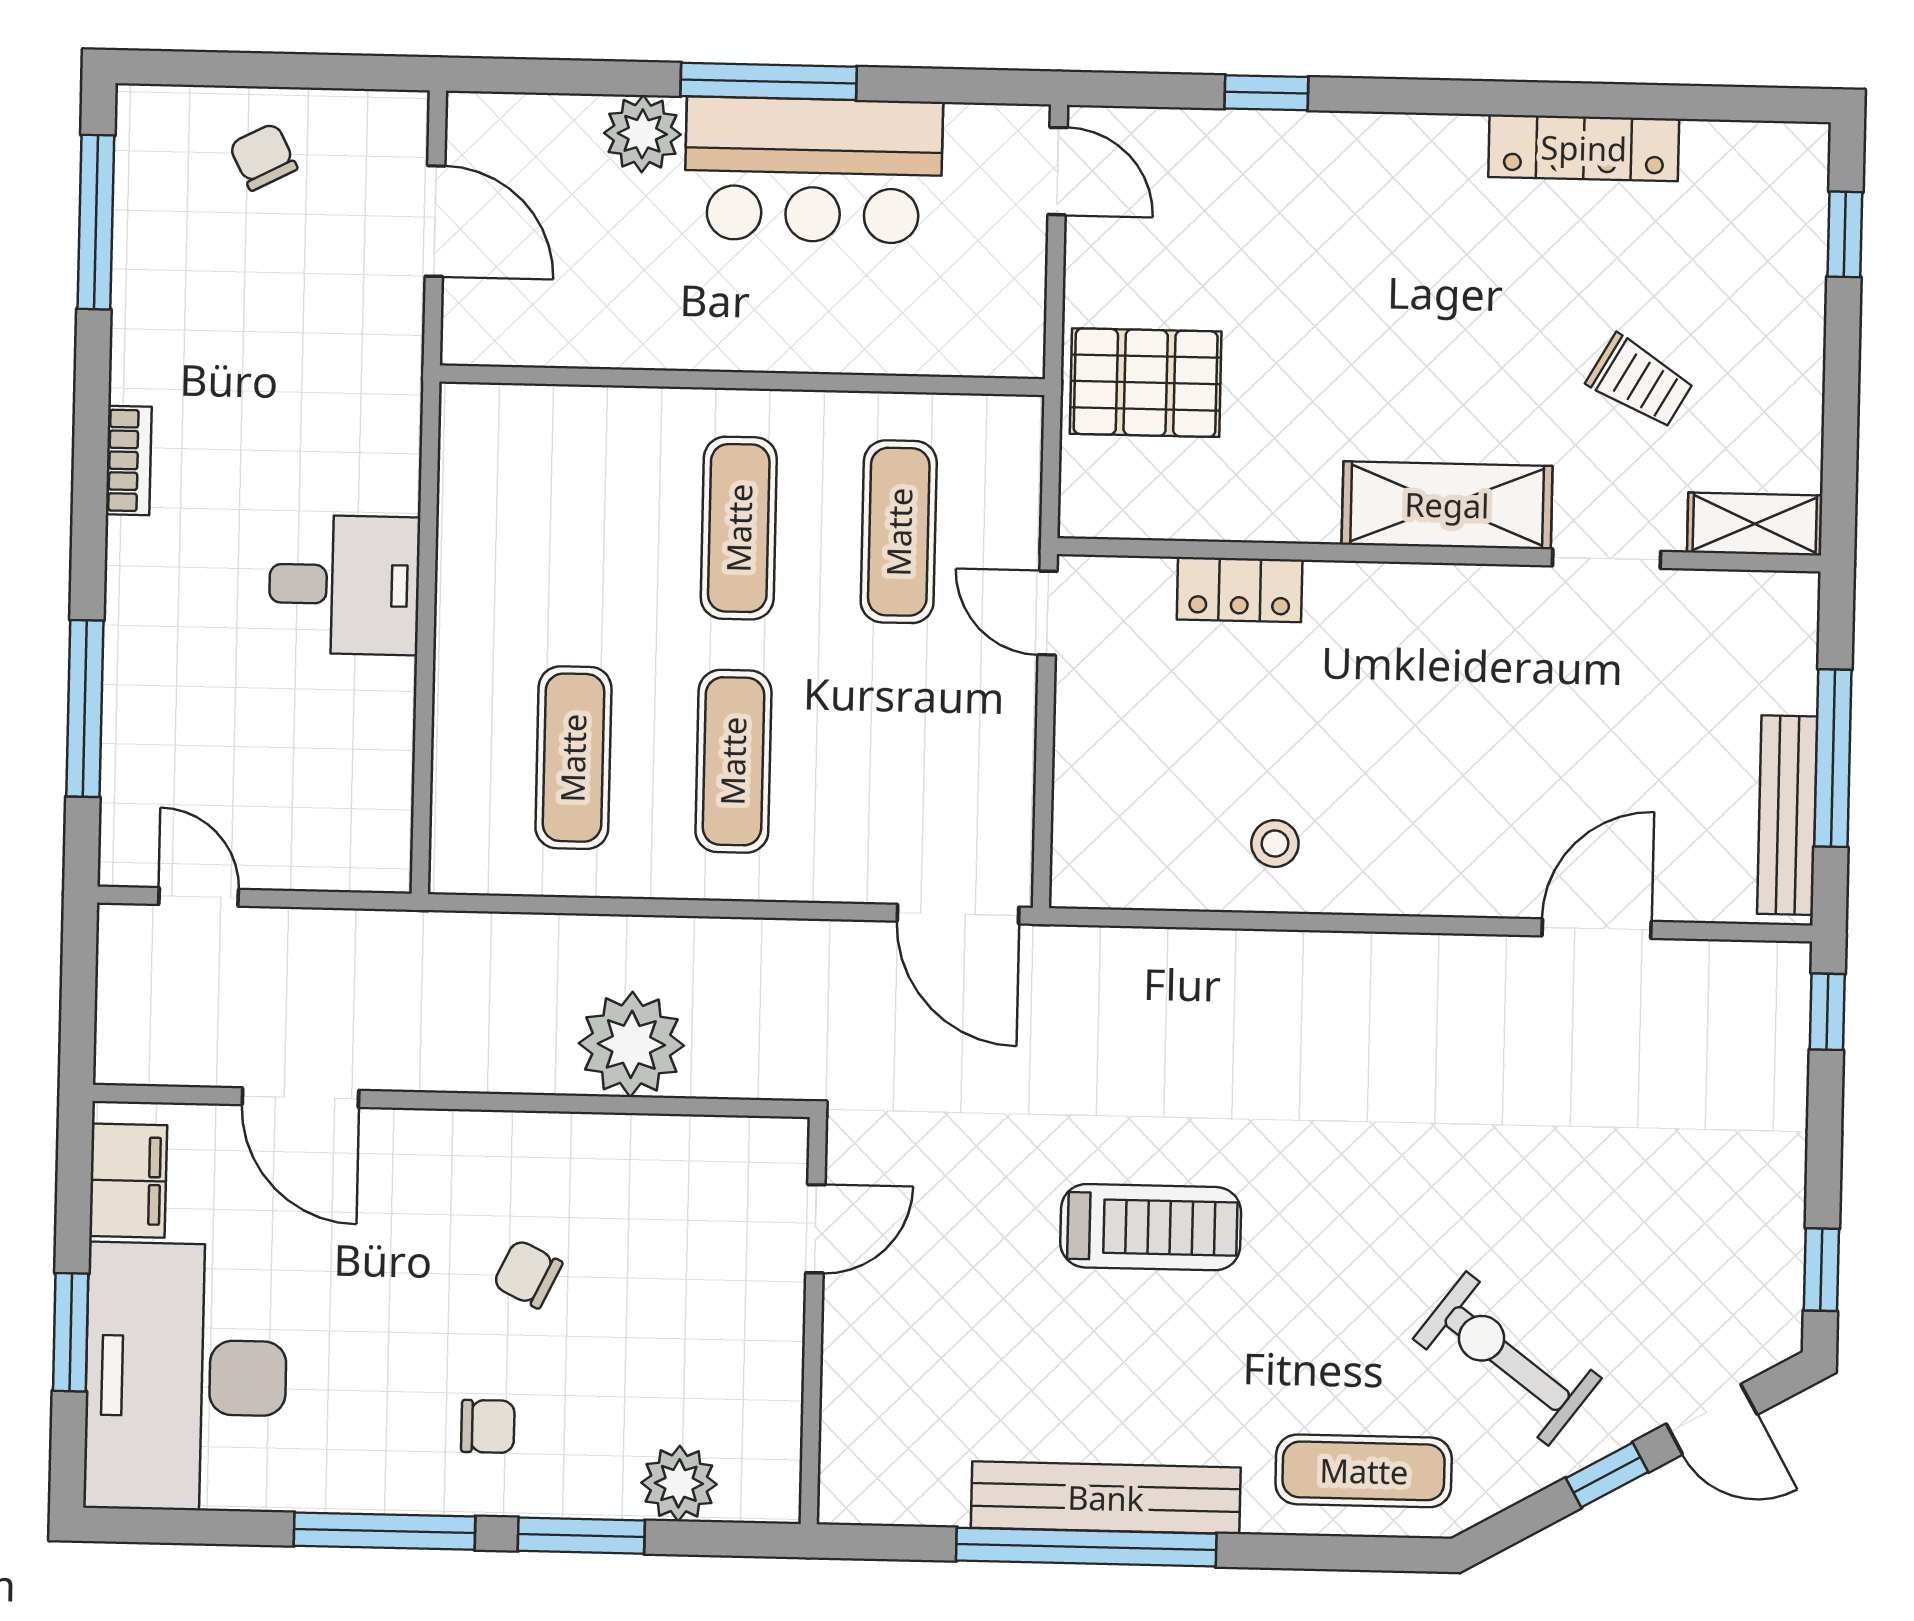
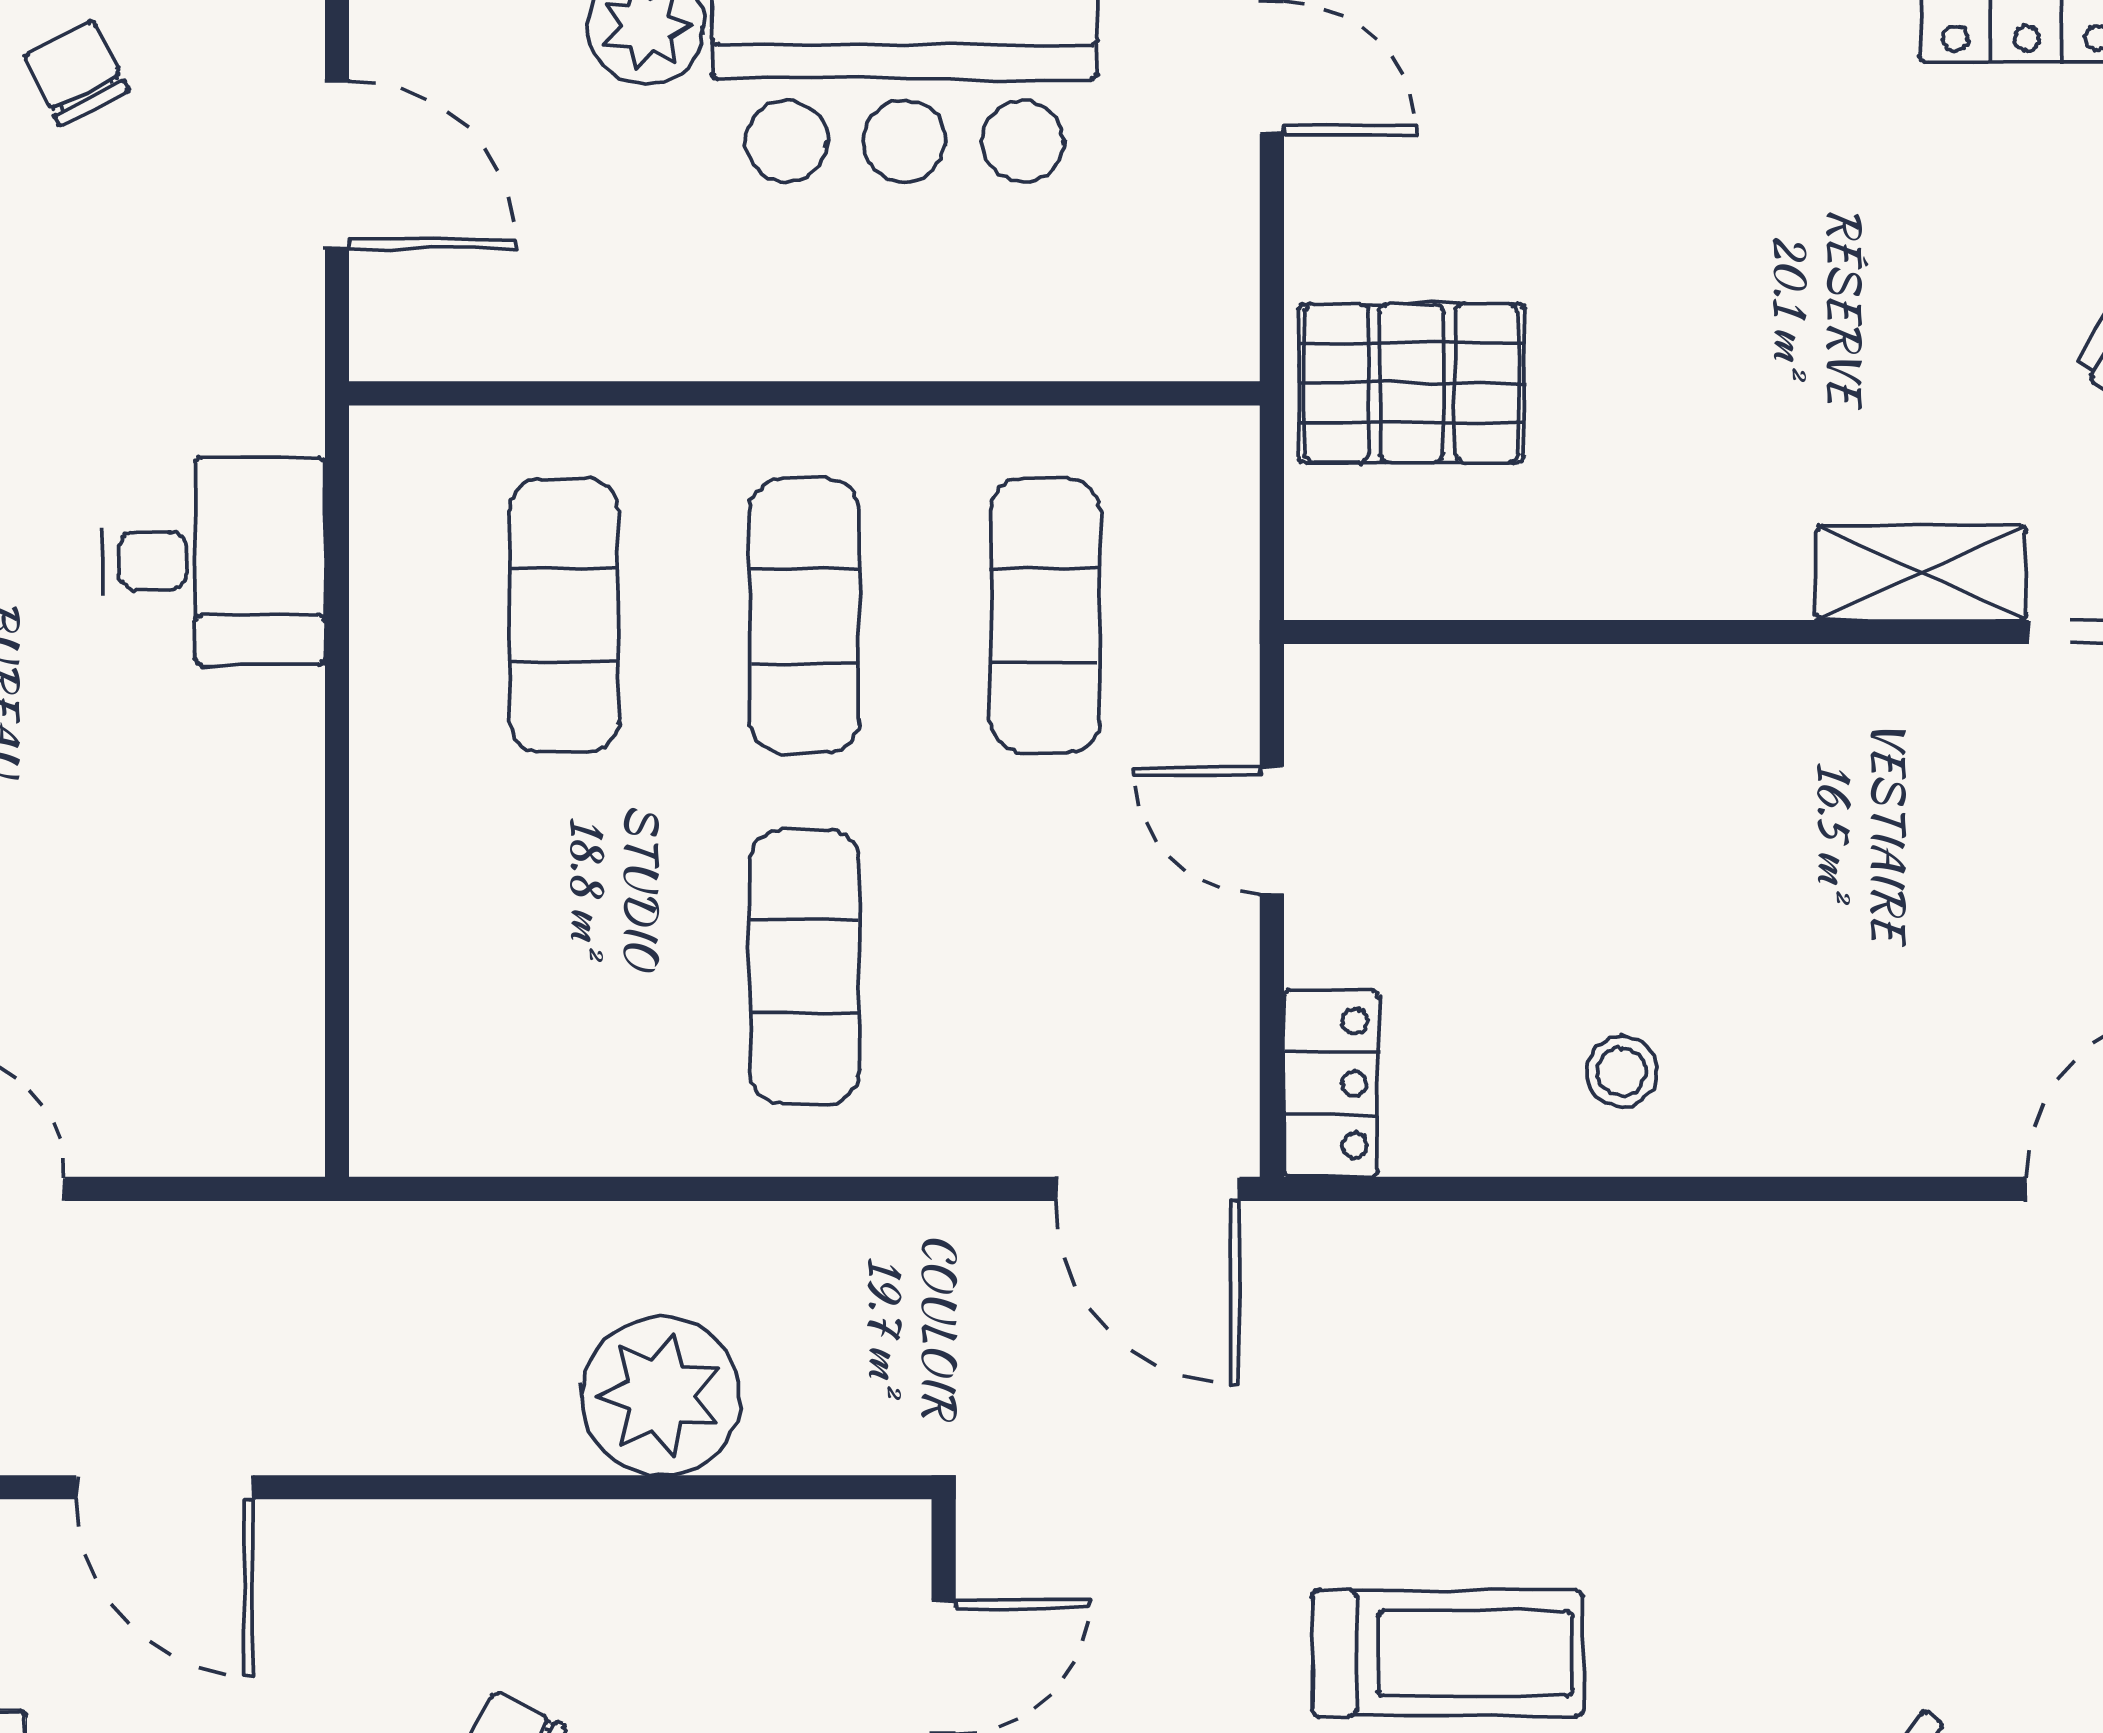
shelving: (1447, 505) -> (1922, 573), width x0.67, depth x0.75
desk: (344, 585) -> (213, 561), moved
locker: (1240, 590) -> (1331, 1084), moved, turned -90
door: (1048, 613) -> (1272, 830), moved
exercise mat: (573, 758) -> (564, 616), moved

